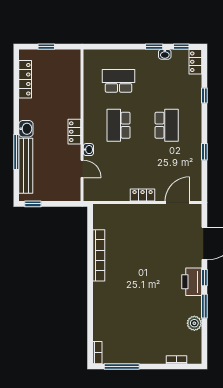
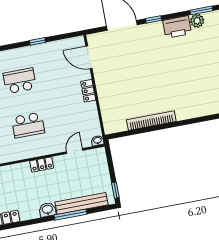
washbasin: (88, 150) -> (98, 141), moved
printer: (192, 282) -> (177, 27), moved
window: (204, 306) -> (201, 10), moved

